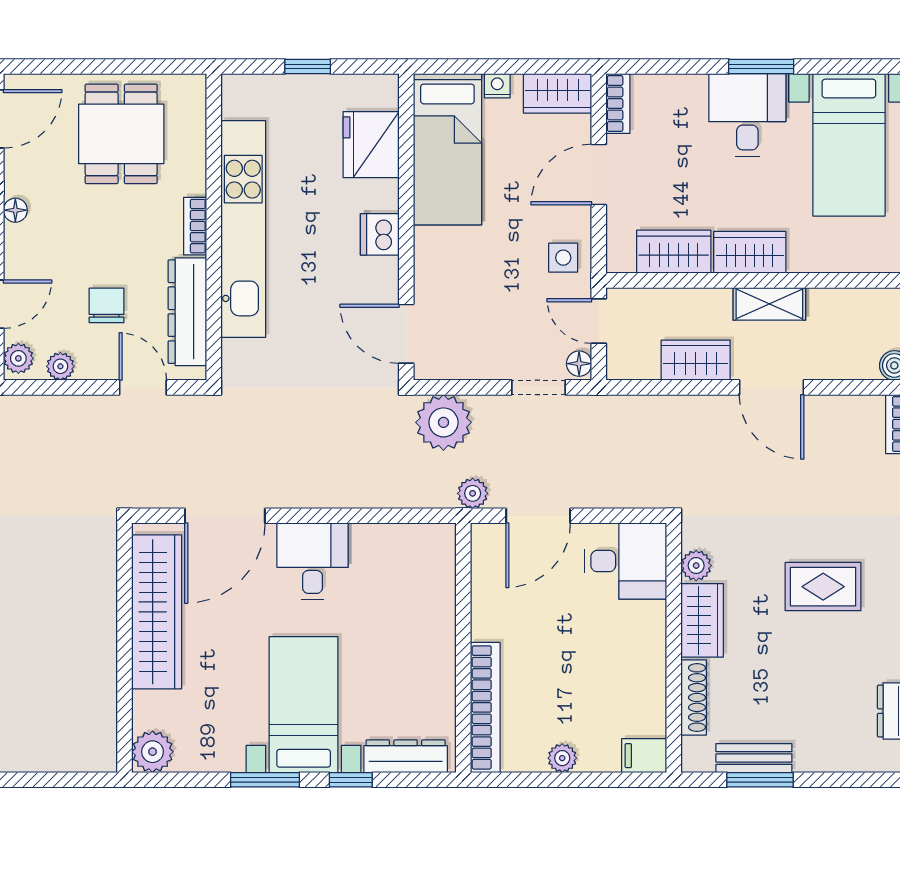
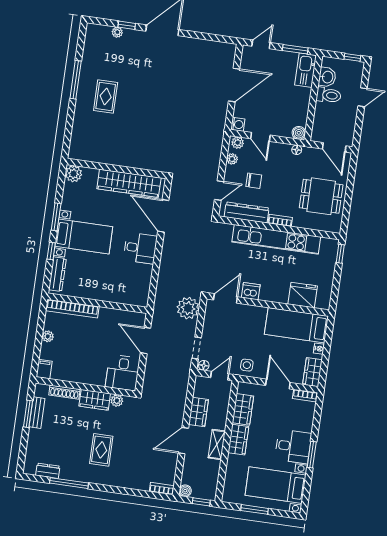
window: (308, 66) -> (340, 254), moved
dishwasher: (380, 234) -> (251, 291), moved
plant: (473, 493) -> (158, 316), removed

